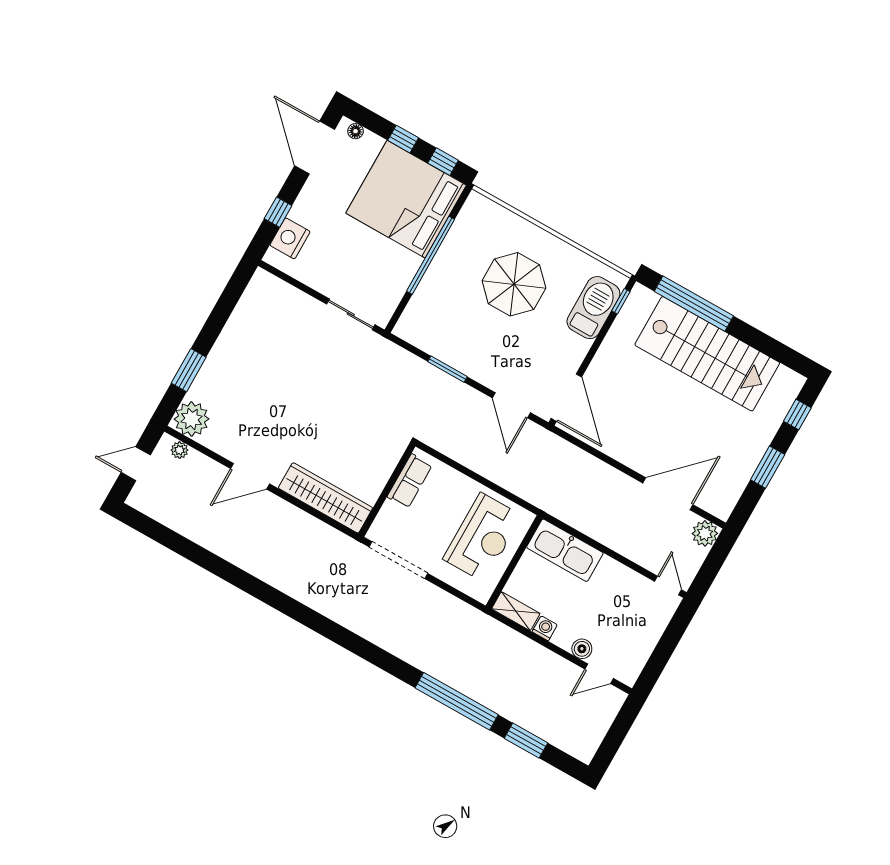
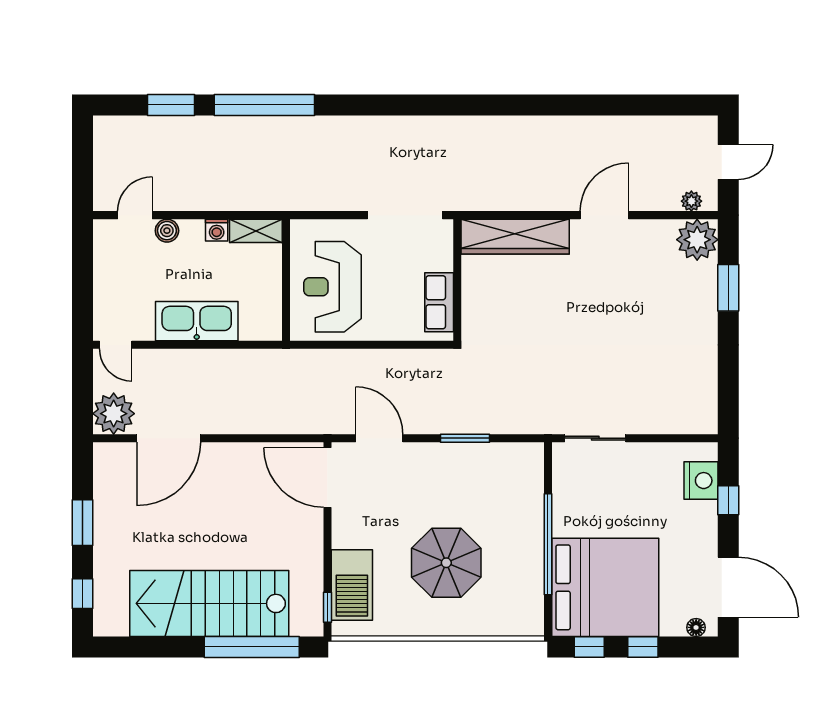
plant: (705, 533) -> (114, 414), width x1.36, depth x1.36
kitchen sink: (565, 550) -> (197, 321), moved

